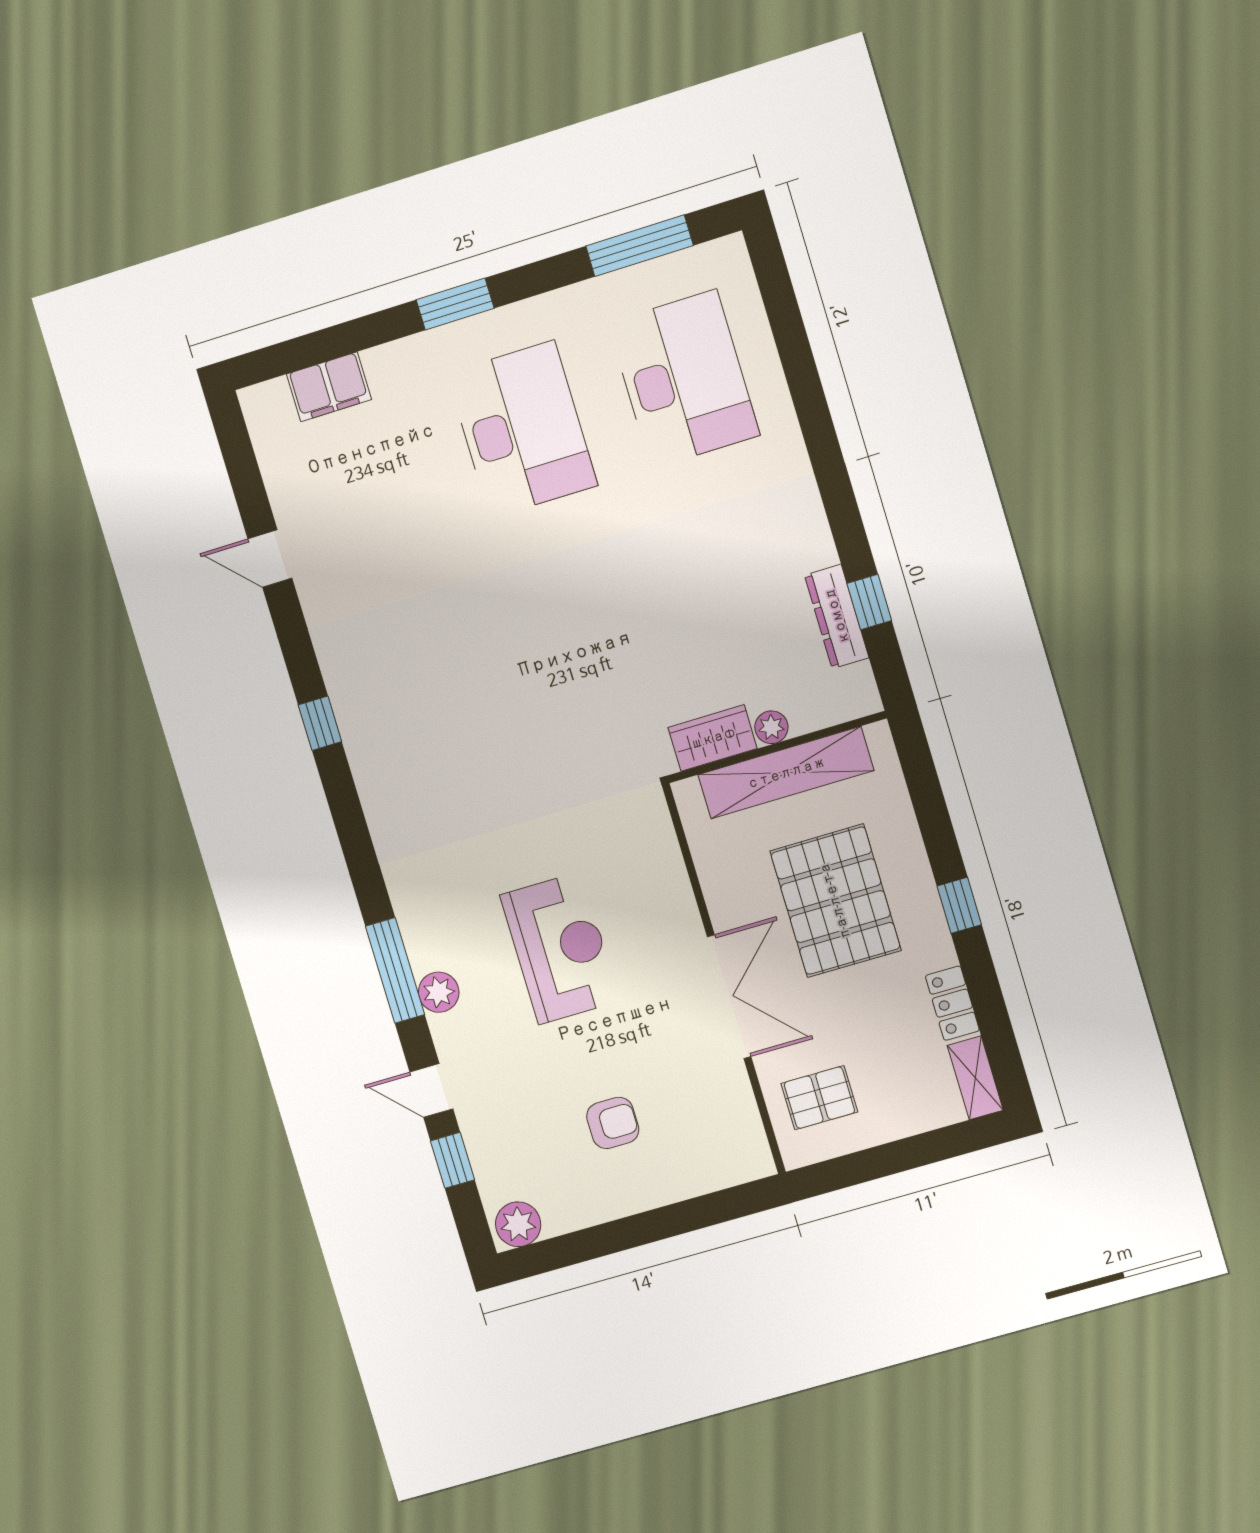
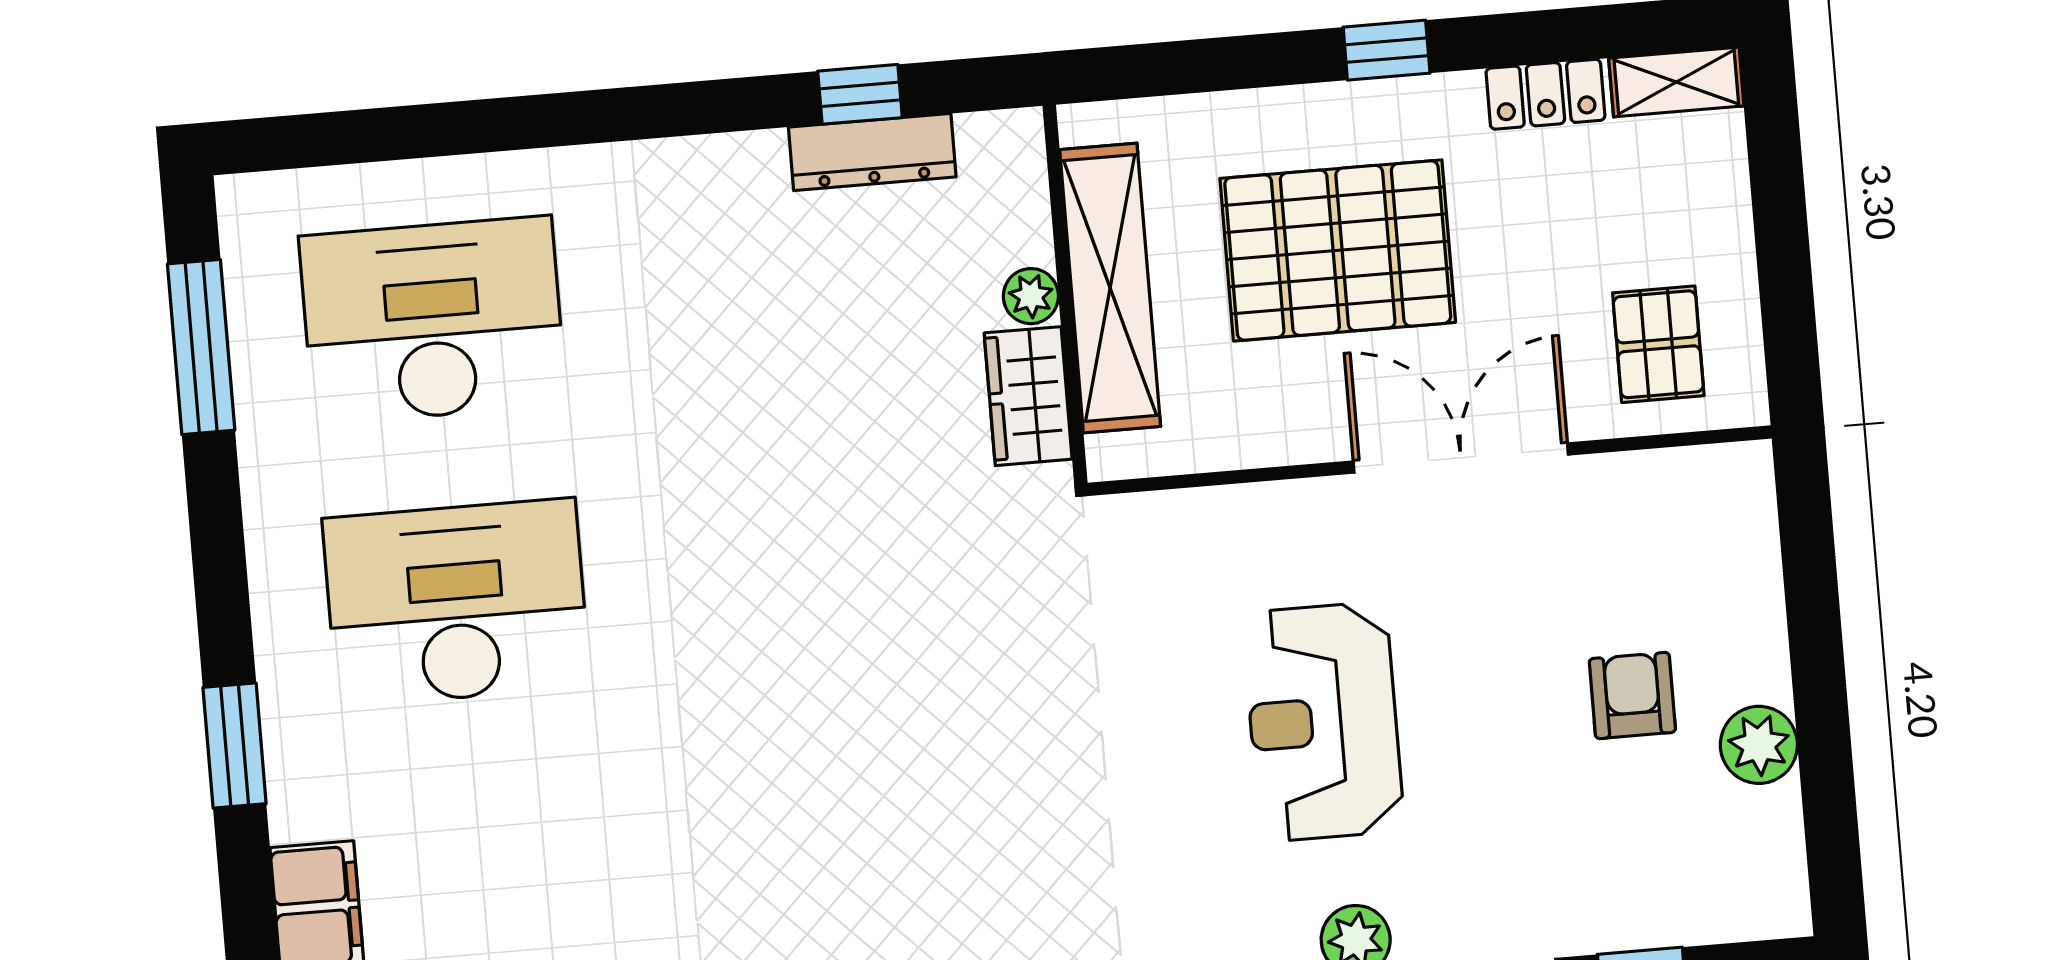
window: (455, 304) -> (235, 746), moved
reception desk: (560, 948) -> (1323, 722), turned -90
plant: (518, 1224) -> (1759, 745), moved

